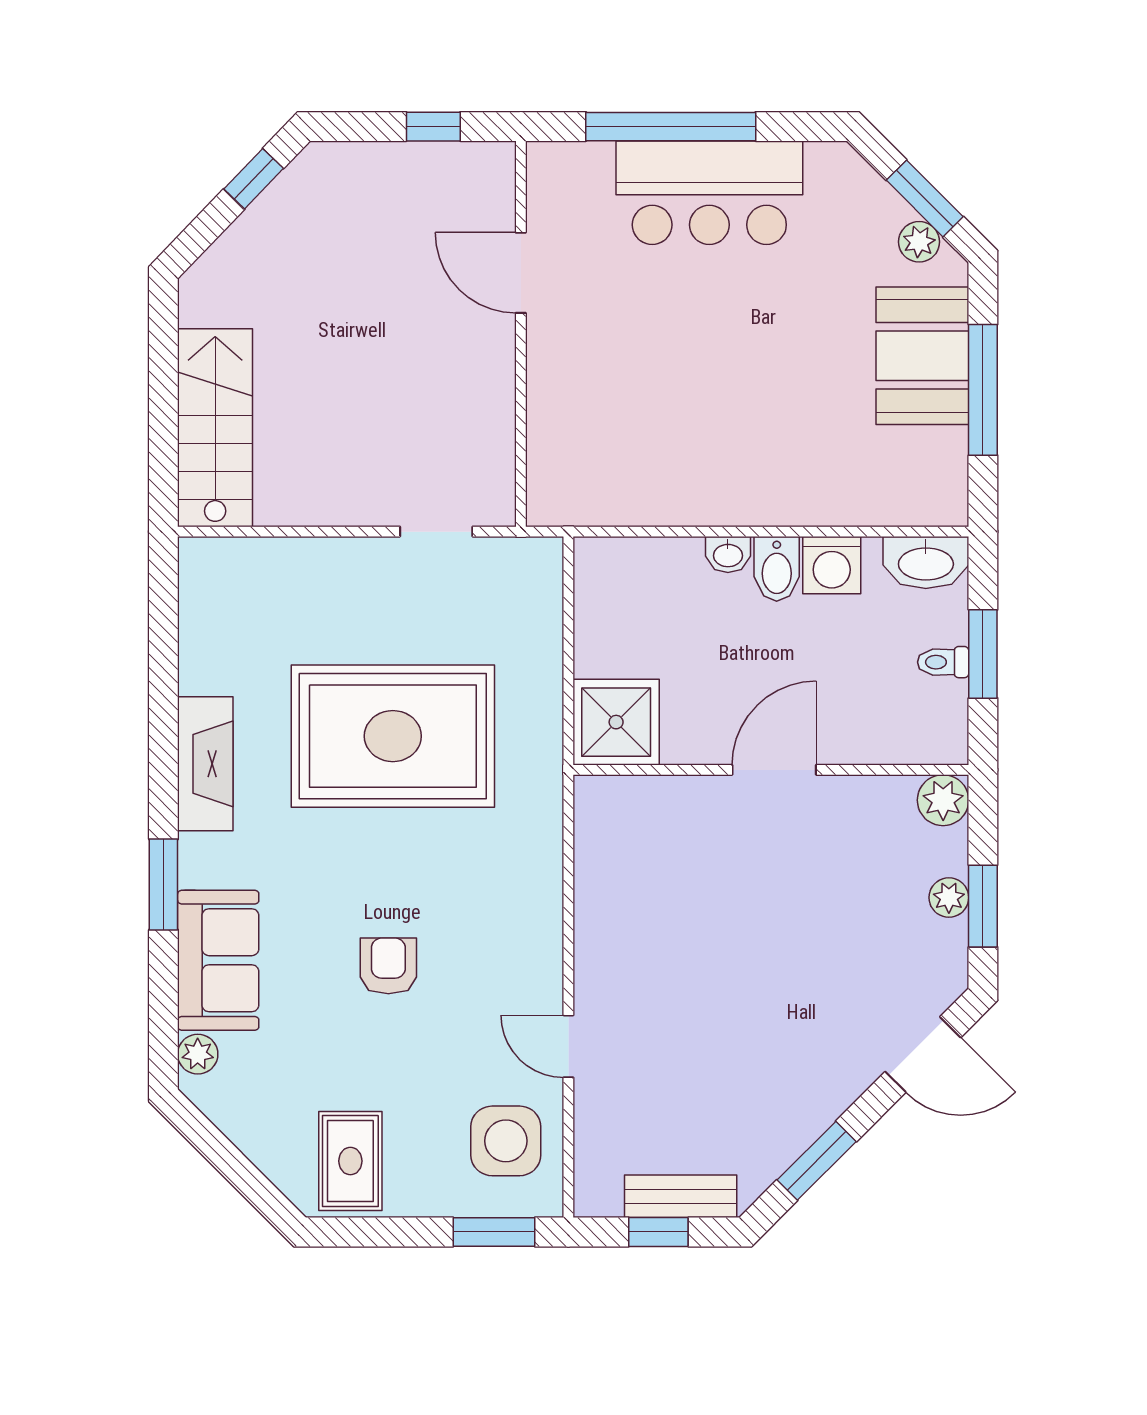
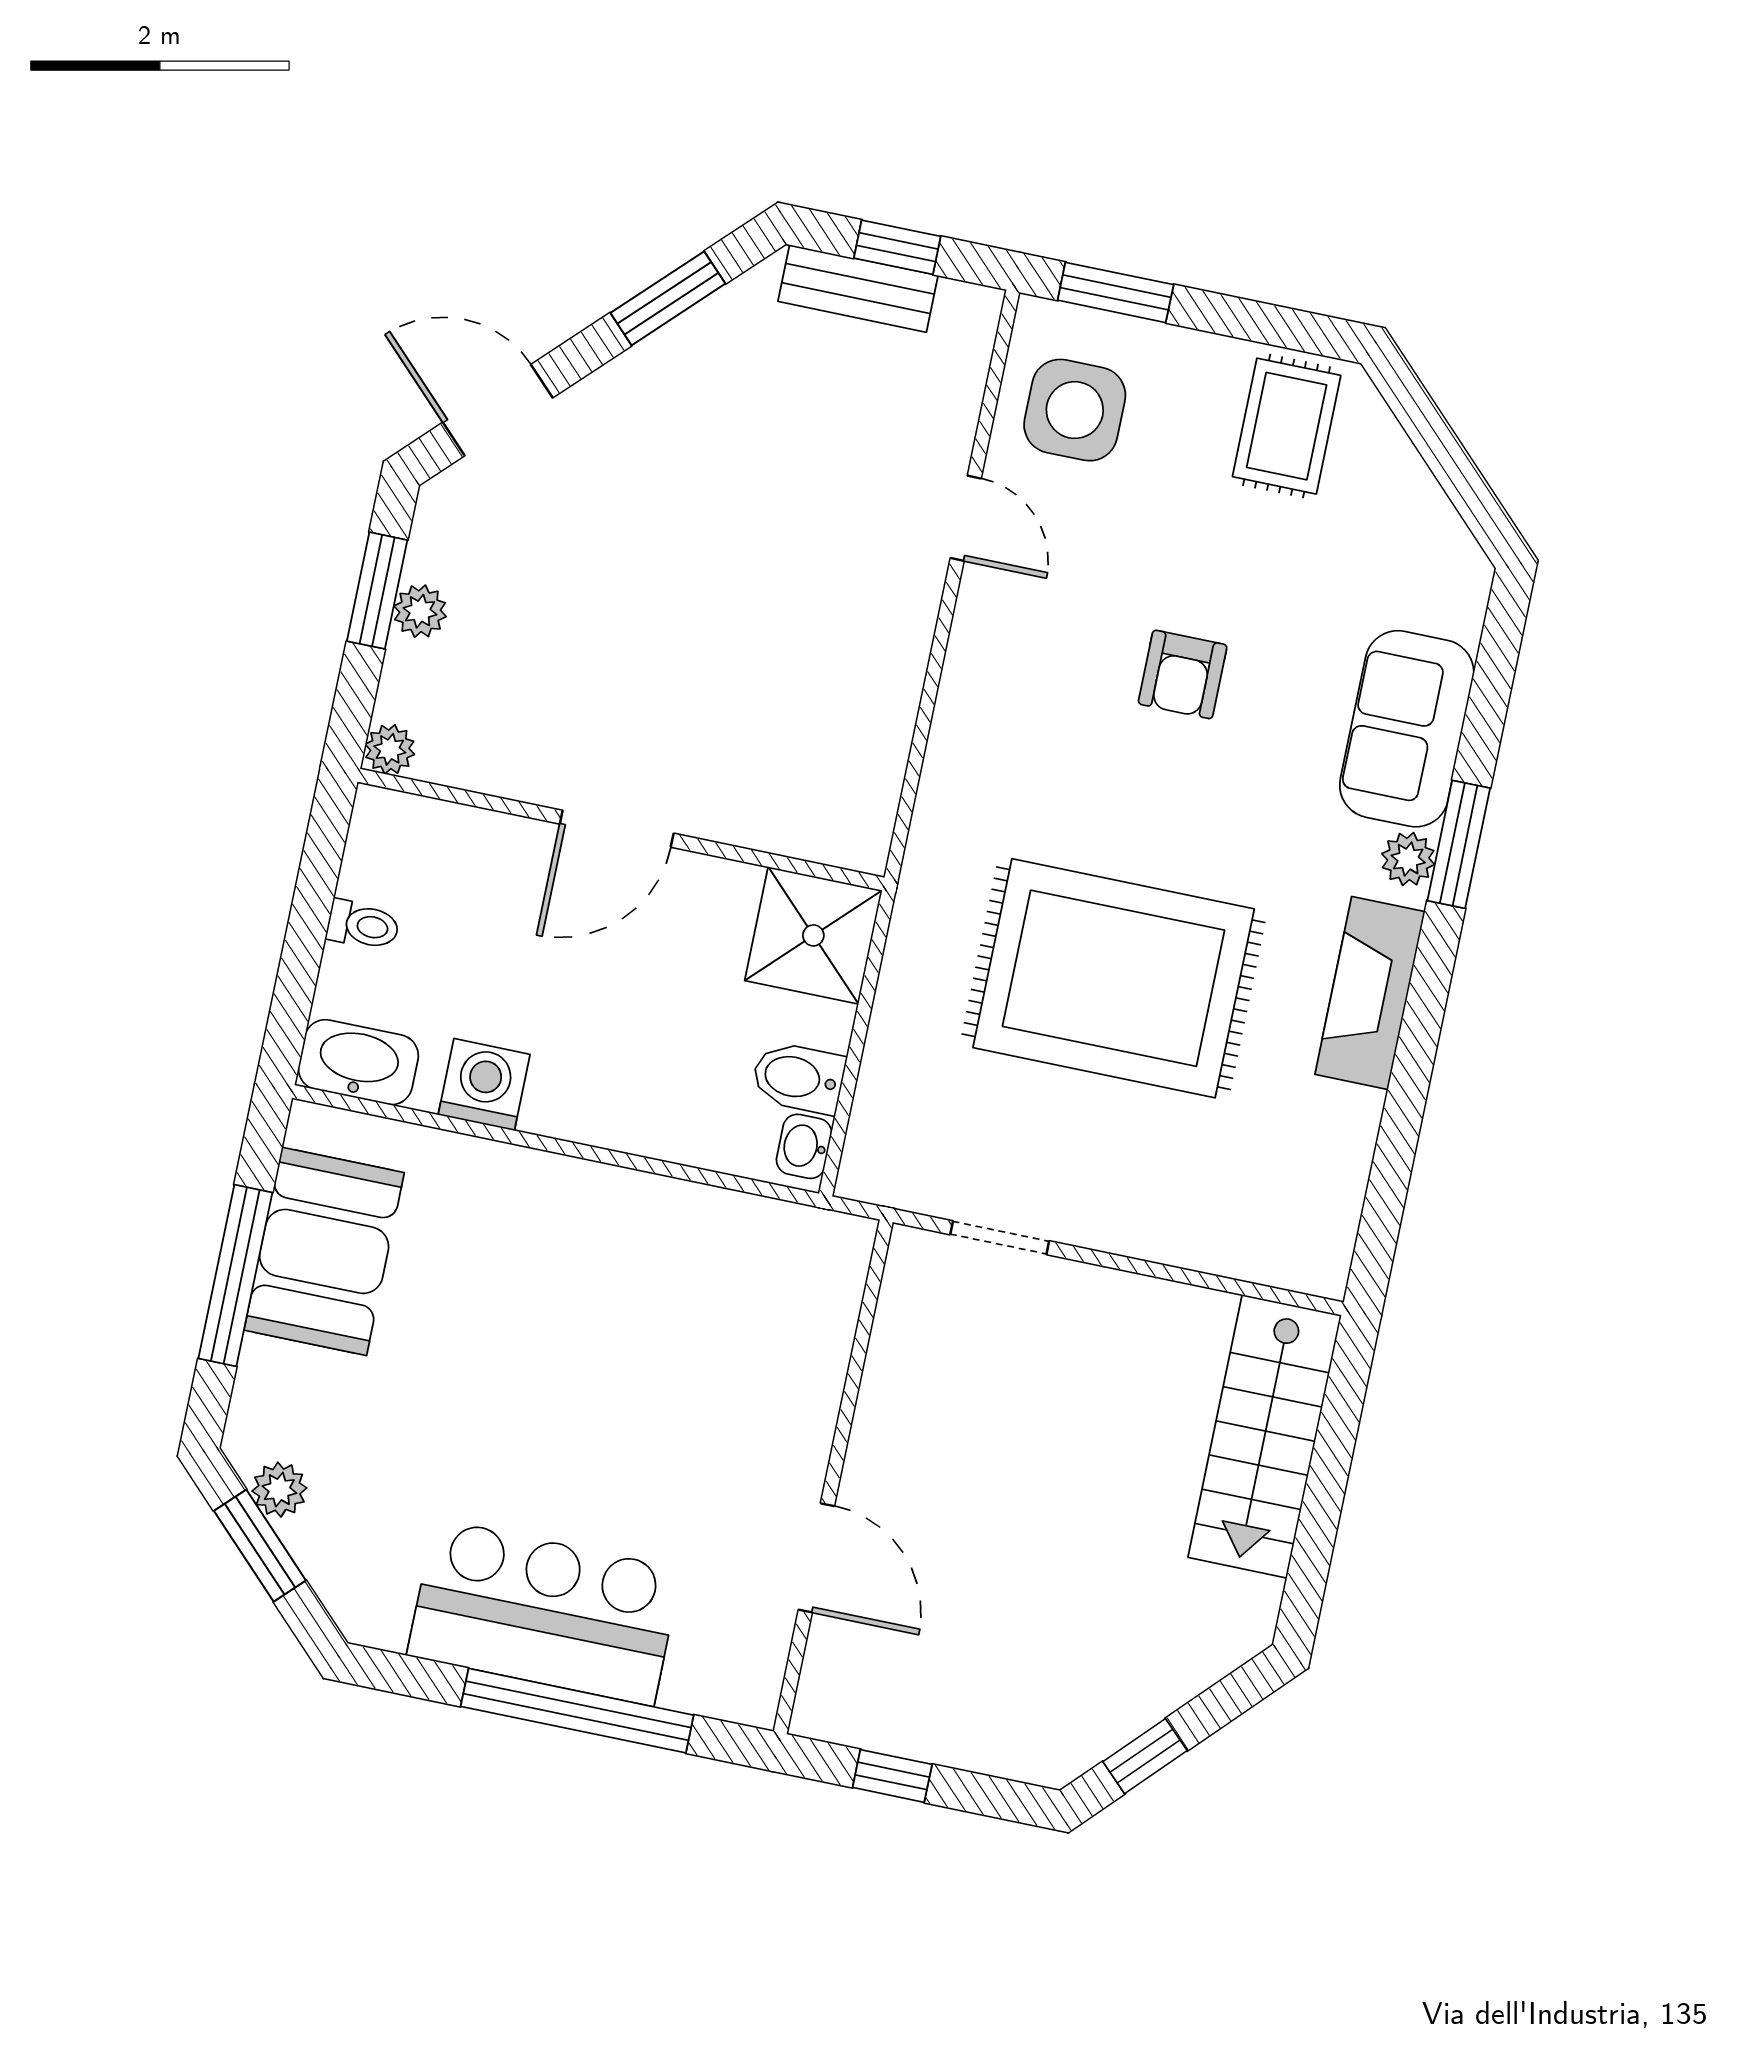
booth: (922, 356) -> (324, 1251), moved
washbasin: (728, 554) -> (804, 1146), moved, turned -90
bidet: (777, 569) -> (798, 1078), moved, turned -90
window: (983, 654) -> (308, 925), removed
plant: (943, 800) -> (390, 749), width x0.73, depth x0.73
plant: (198, 1054) -> (1408, 859), moved

